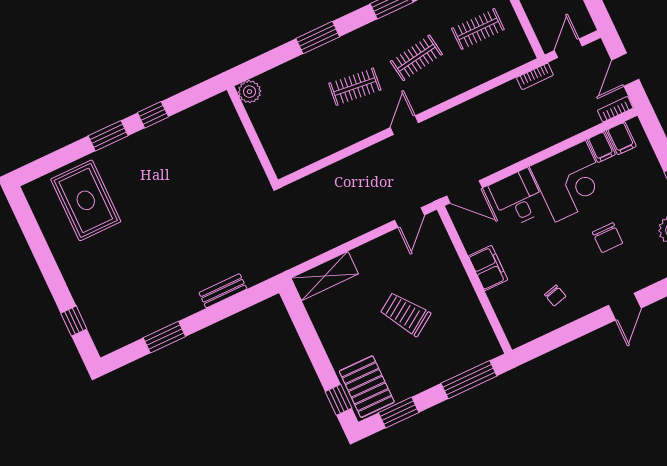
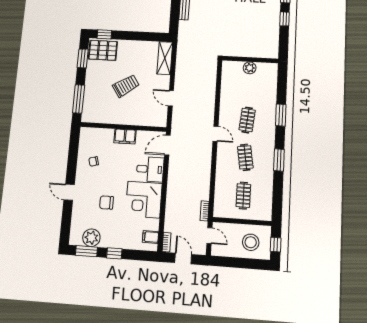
plant: (249, 92) -> (250, 68), moved
filing cabinet: (601, 147) -> (152, 224), removed
door: (409, 218) -> (171, 98), moved

